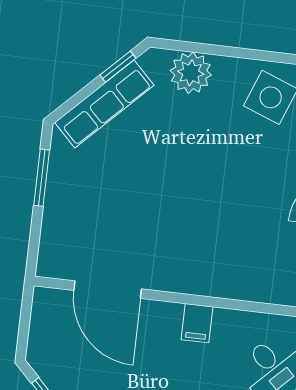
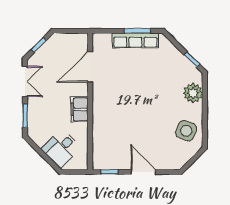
row of seats: (104, 104) -> (135, 40), moved, turned -45
filing cabinet: (197, 323) -> (80, 109), width x2.00

